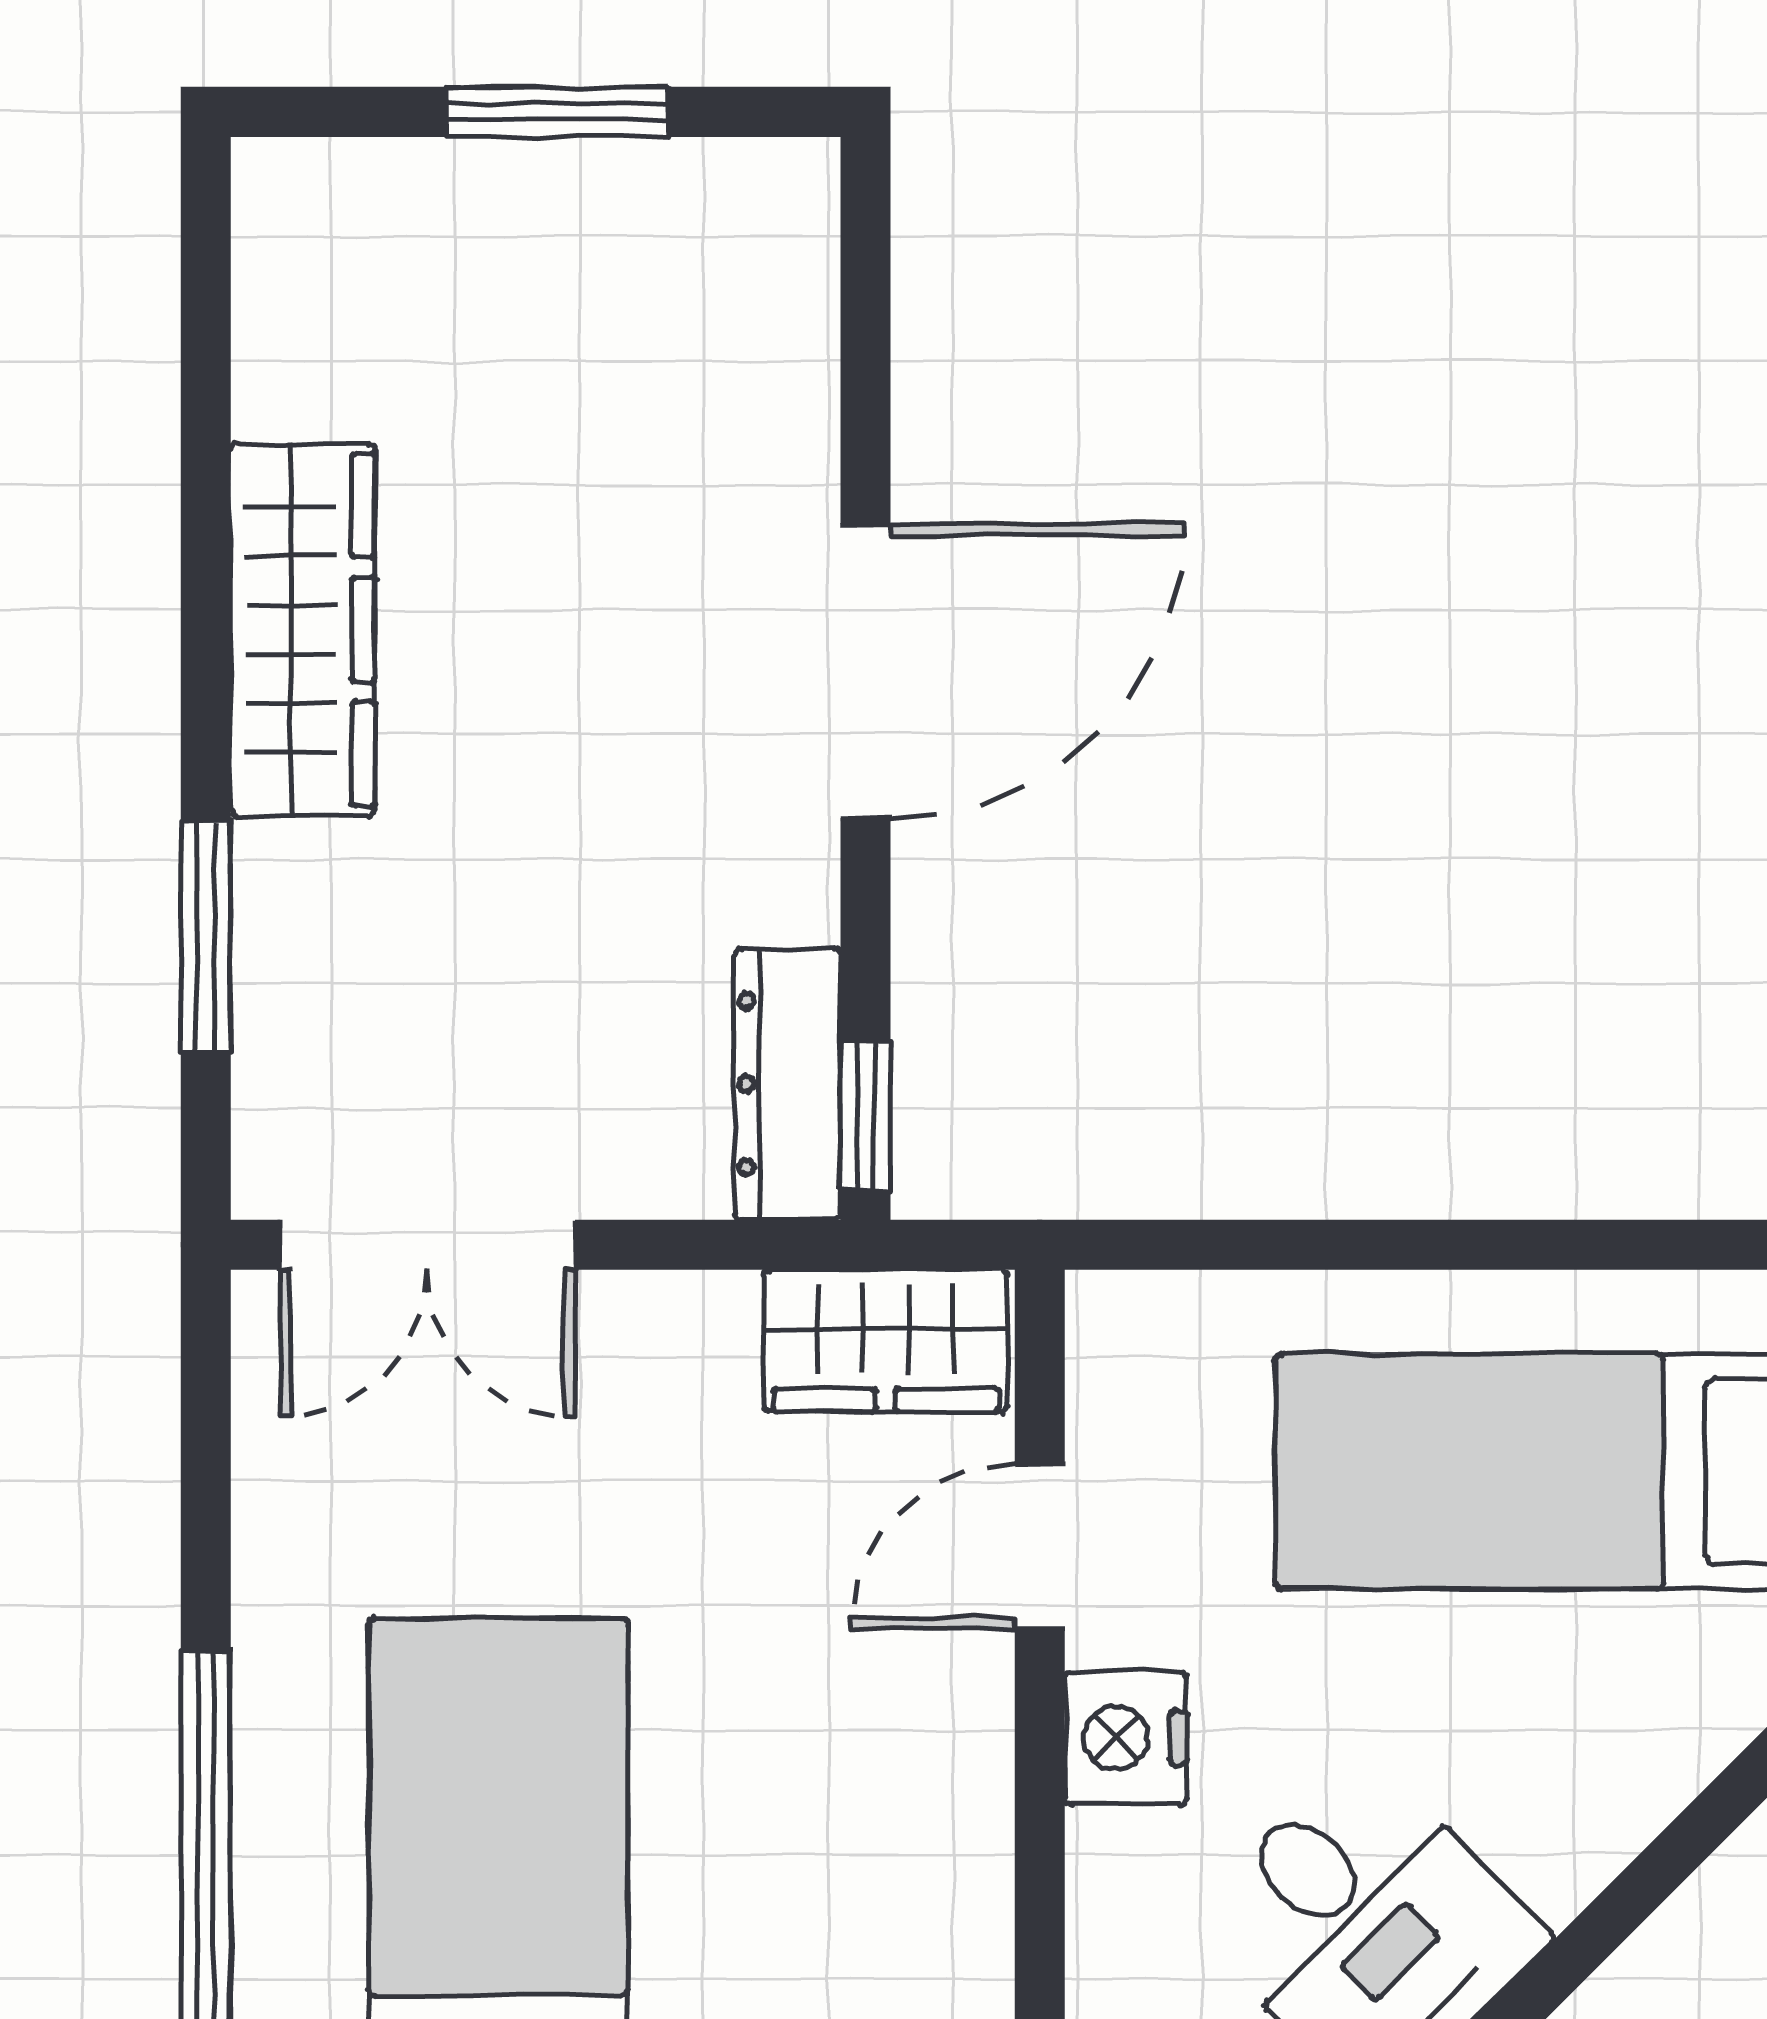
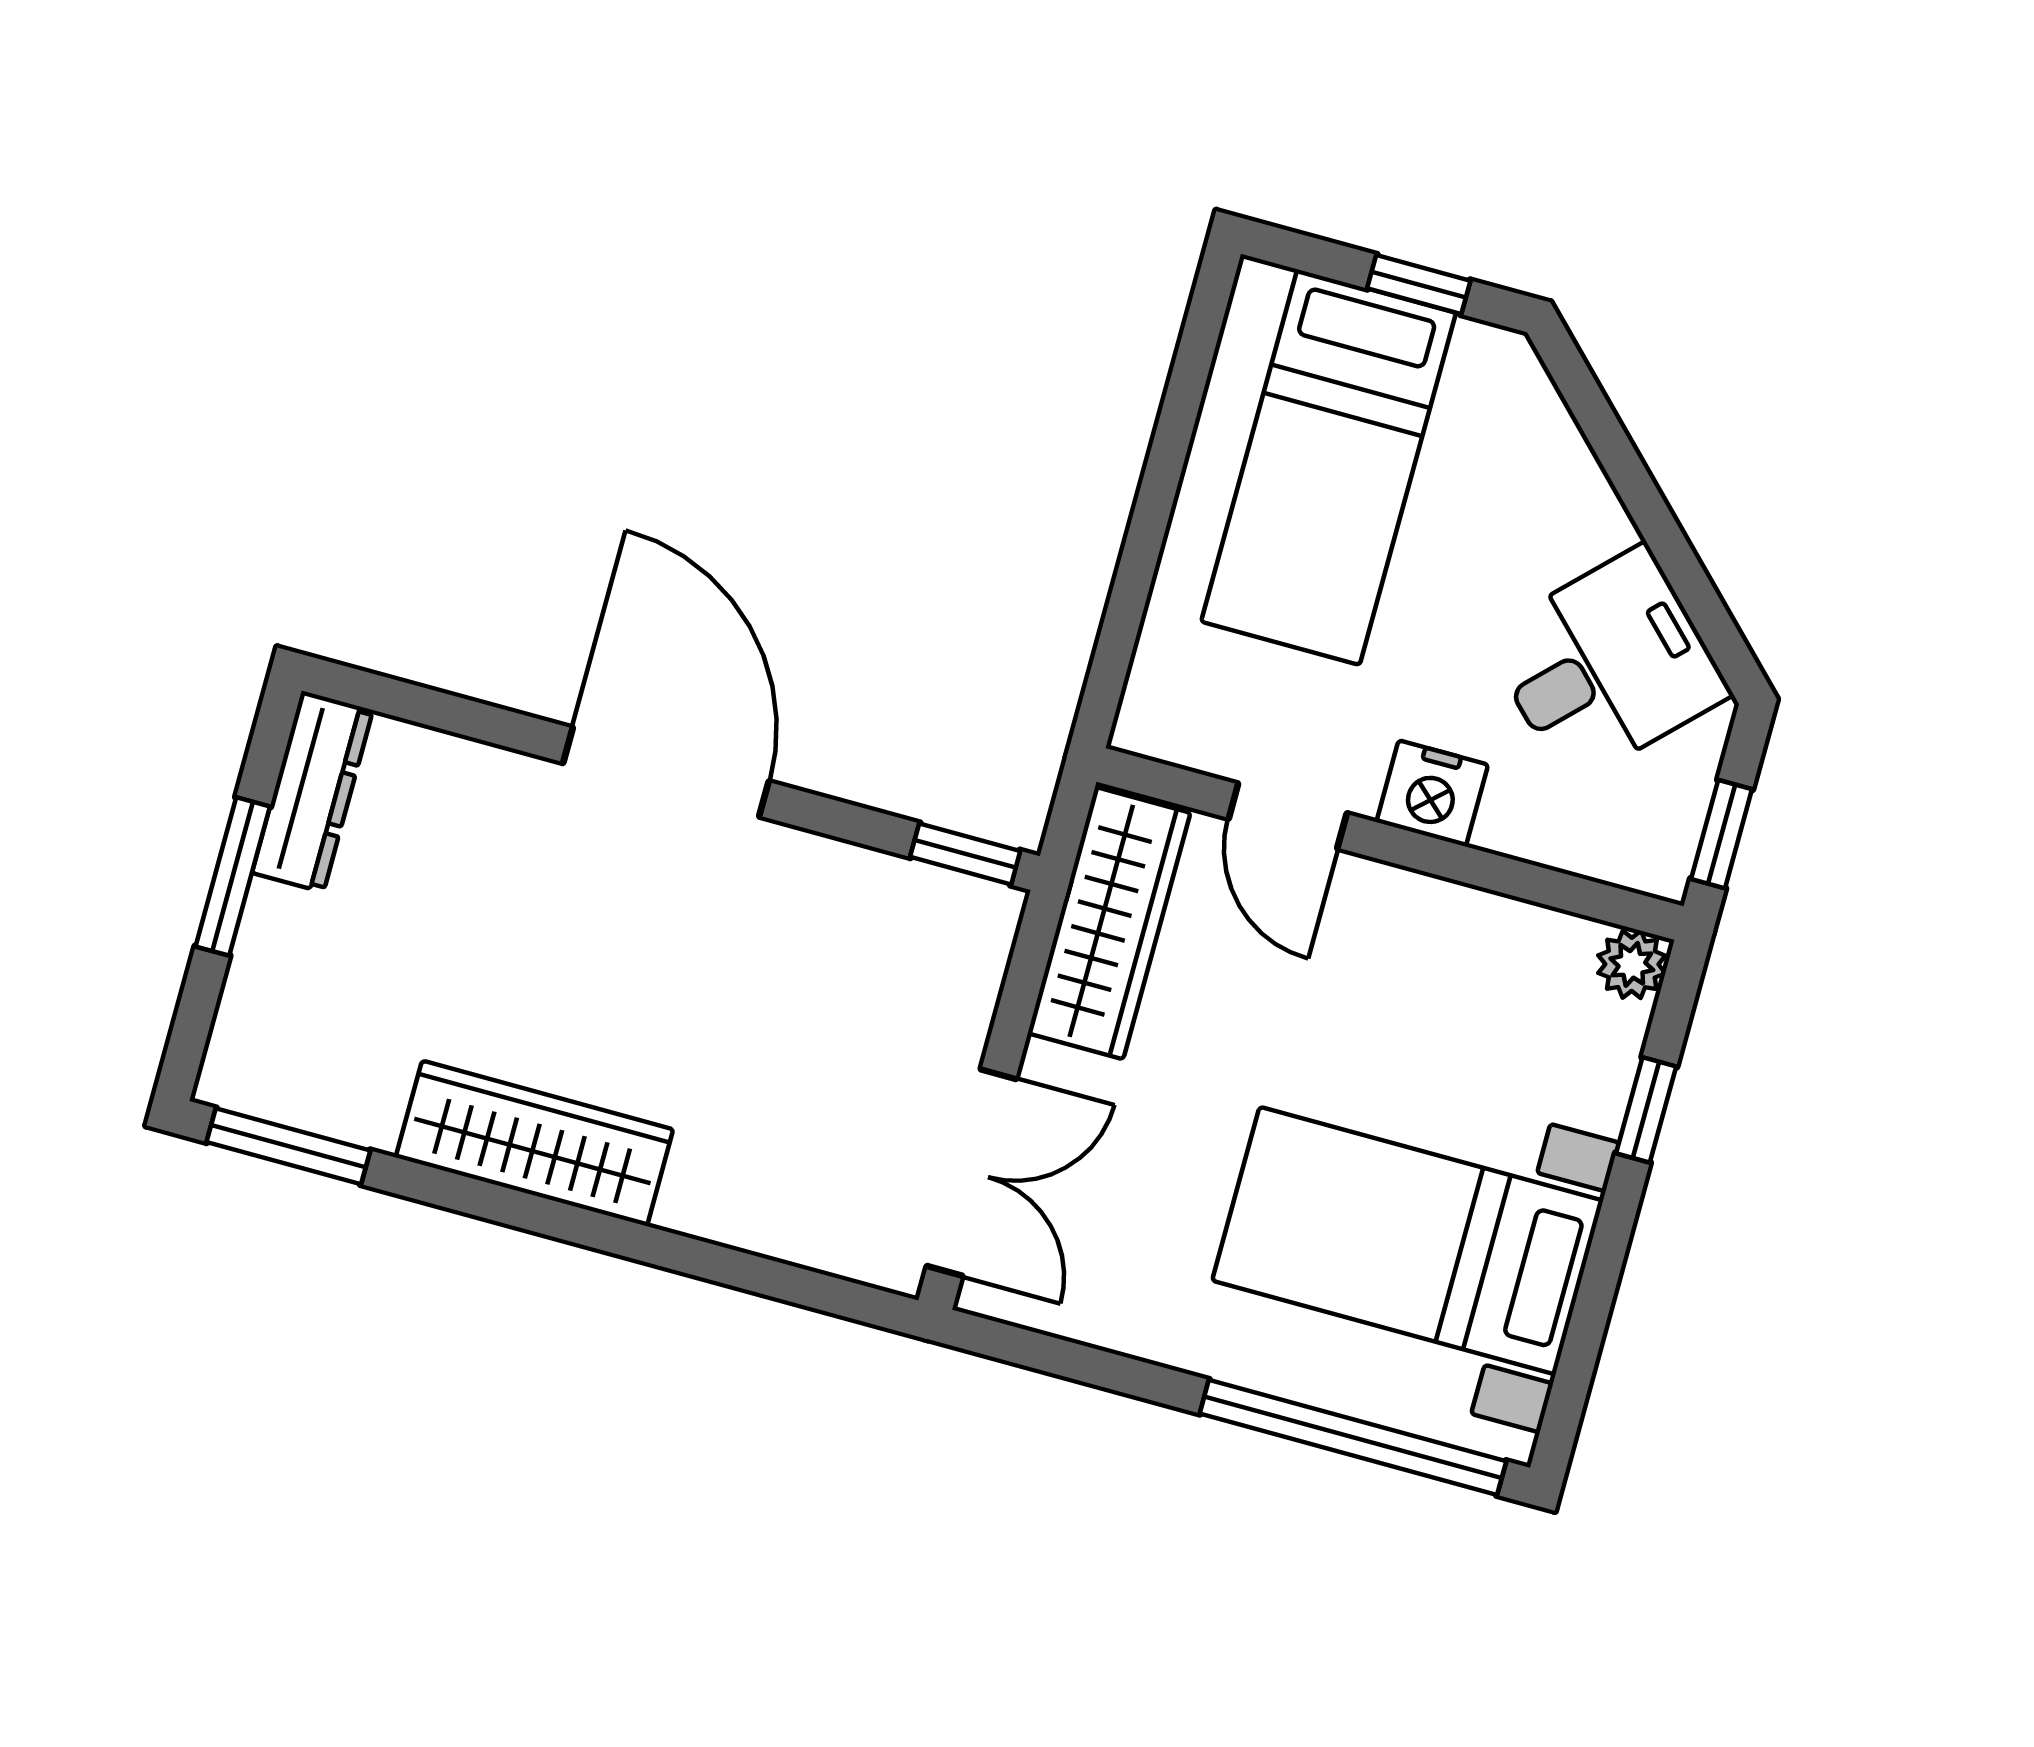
window: (206, 938) -> (288, 1146), moved
dresser: (787, 1084) -> (312, 792), moved, turned -90
wardrobe: (886, 1340) -> (1109, 923), width x1.50

